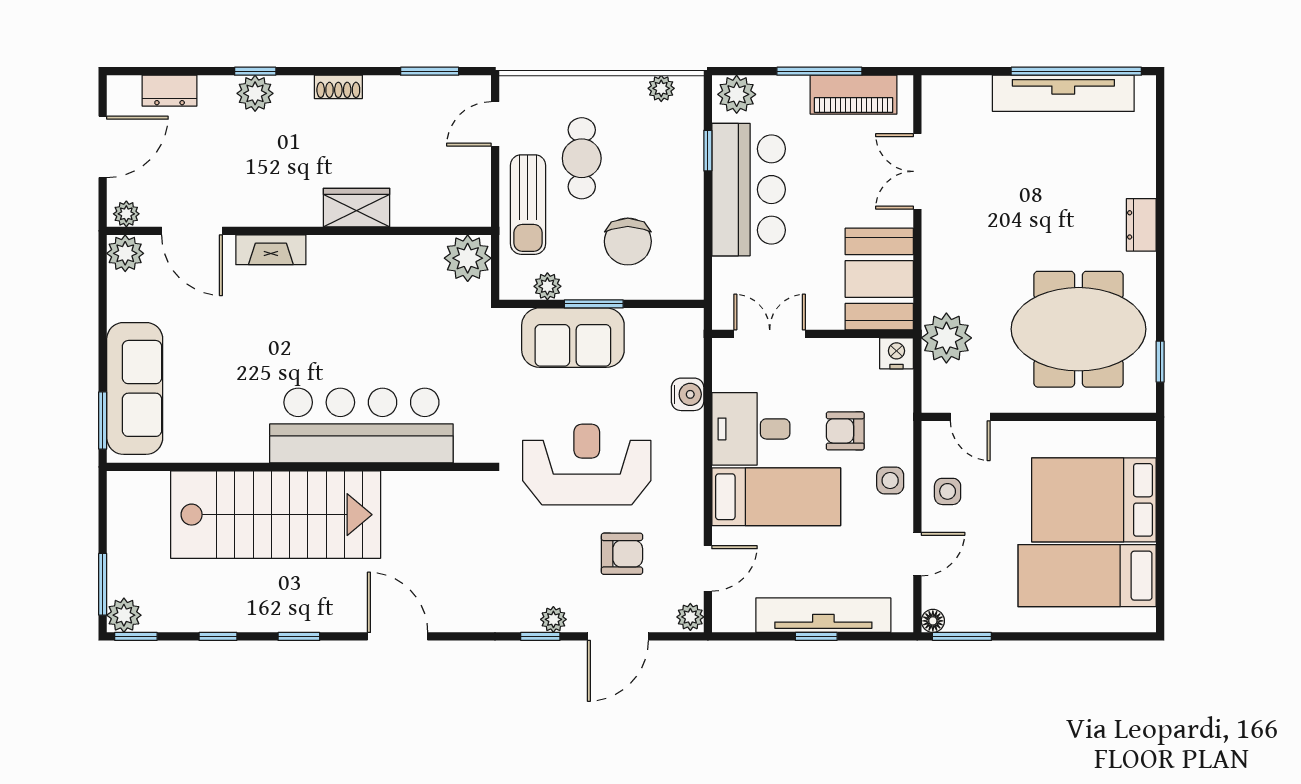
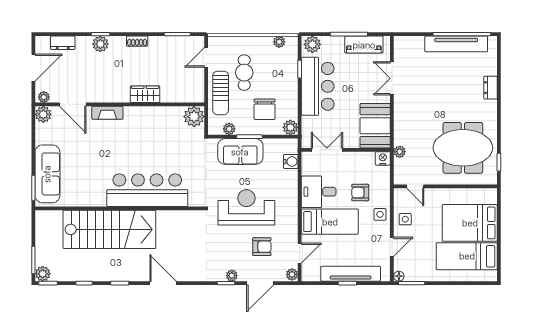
dresser: (1141, 225) -> (491, 88), moved
plant: (687, 283) -> (290, 127), added
plant: (946, 338) -> (400, 152), width x0.53, depth x0.53
water cooler: (688, 394) -> (291, 161), moved

